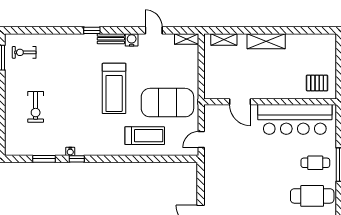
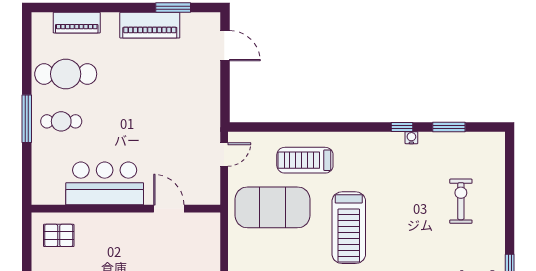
treadmill: (114, 88) -> (349, 228), turned 180
bar counter: (295, 119) -> (105, 183), width x0.73

